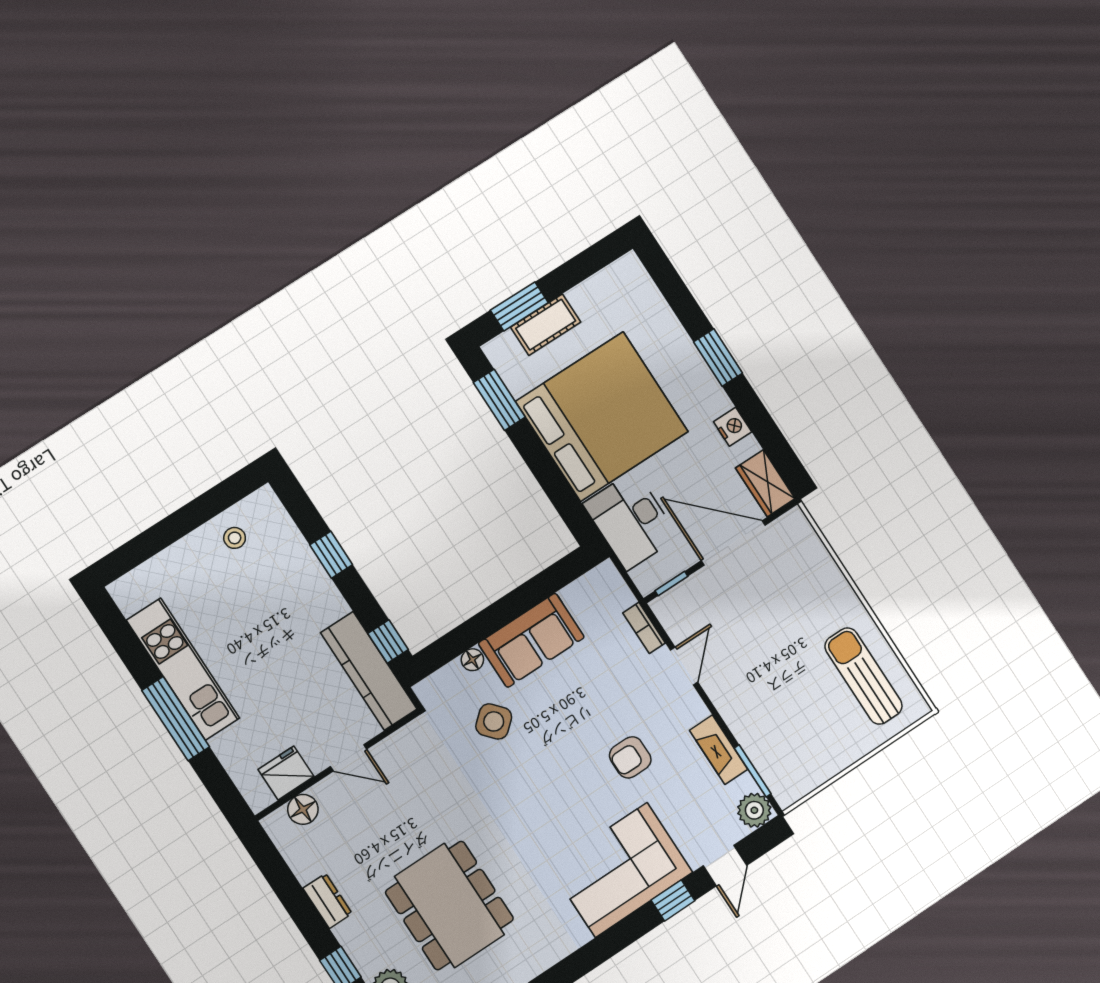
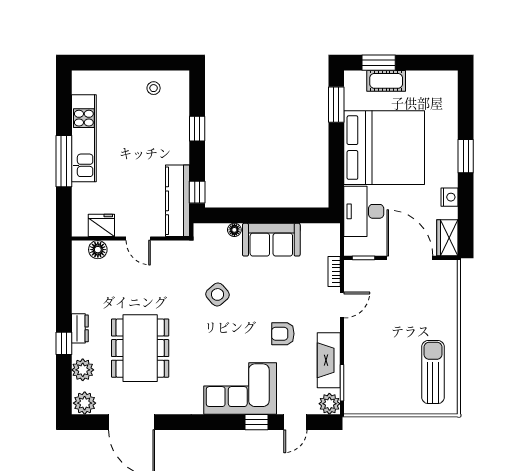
side table: (494, 721) -> (218, 294), moved
fireplace: (719, 750) -> (329, 360), width x1.37, depth x1.32
dresser: (327, 901) -> (80, 328), moved

